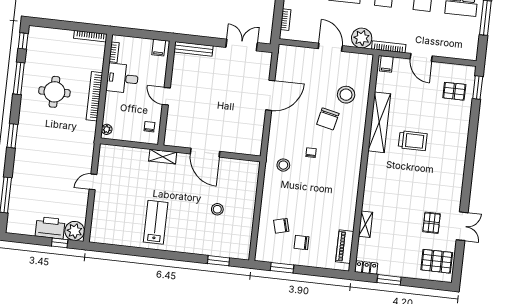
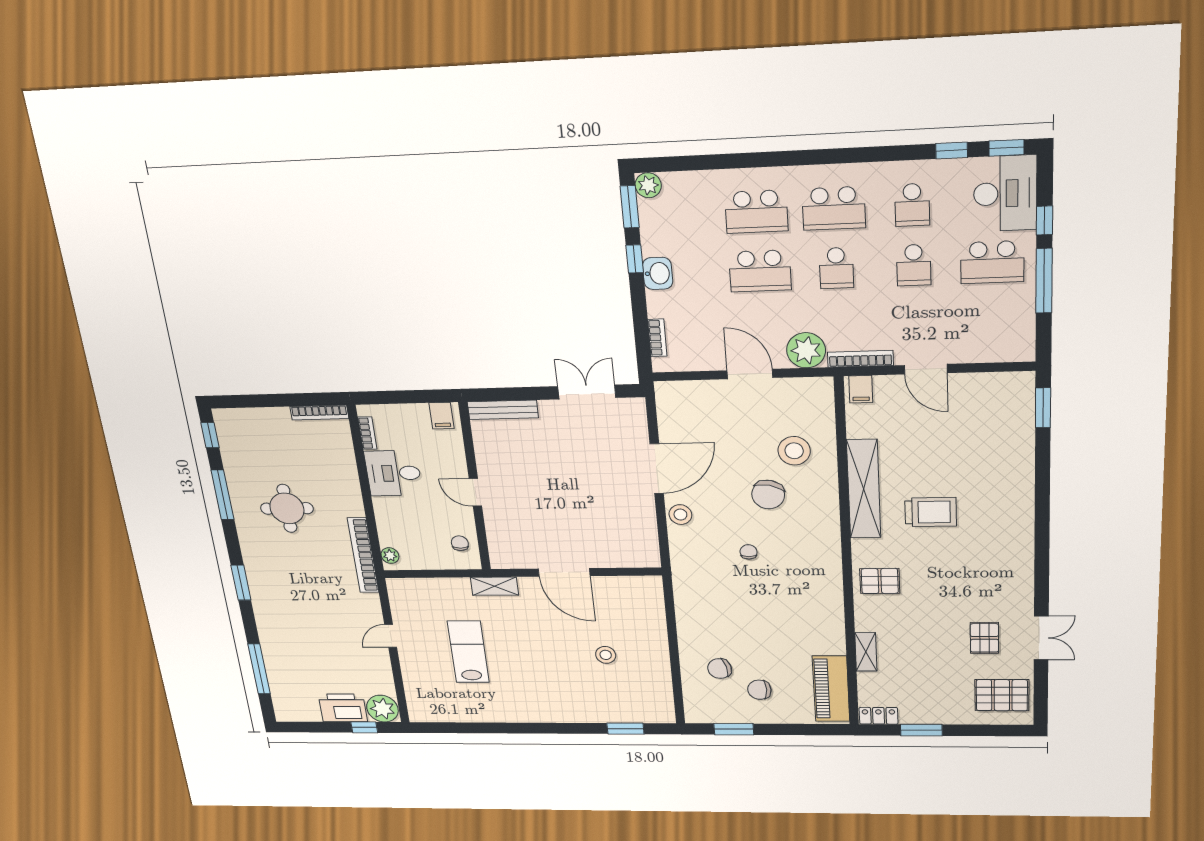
pallet: (454, 91) -> (880, 581), moved
bookcase: (94, 96) -> (363, 555), moved
stool: (283, 165) -> (680, 515), moved
lab bench: (156, 222) -> (468, 652), moved
piano: (345, 247) -> (831, 689), width x1.37, depth x1.33

